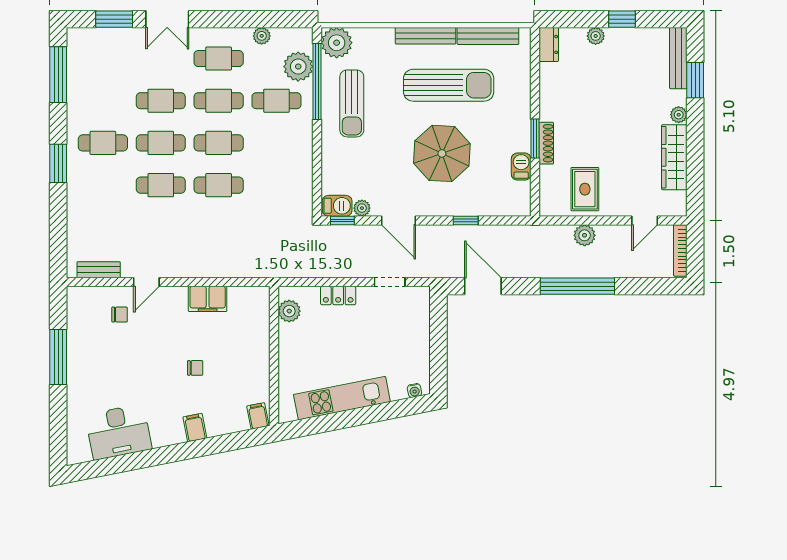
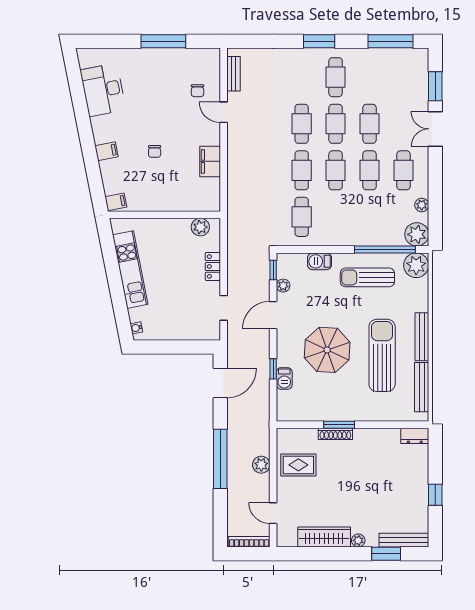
plant: (596, 36) -> (422, 474), removed
plant: (298, 67) -> (417, 234), moved
sun lounger: (449, 85) -> (382, 355), turned 180
cafe table: (276, 101) -> (302, 217), moved
barbecue: (521, 167) -> (284, 378), moved, turned 90
barbecue: (337, 206) -> (320, 261), moved, turned 90

